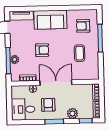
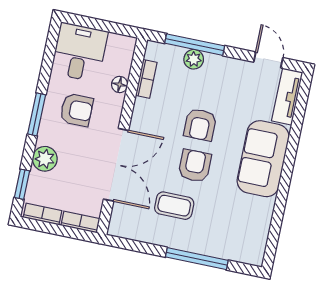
armchair: (83, 26) -> (195, 166), moved
double door: (56, 83) -> (116, 165), moved

